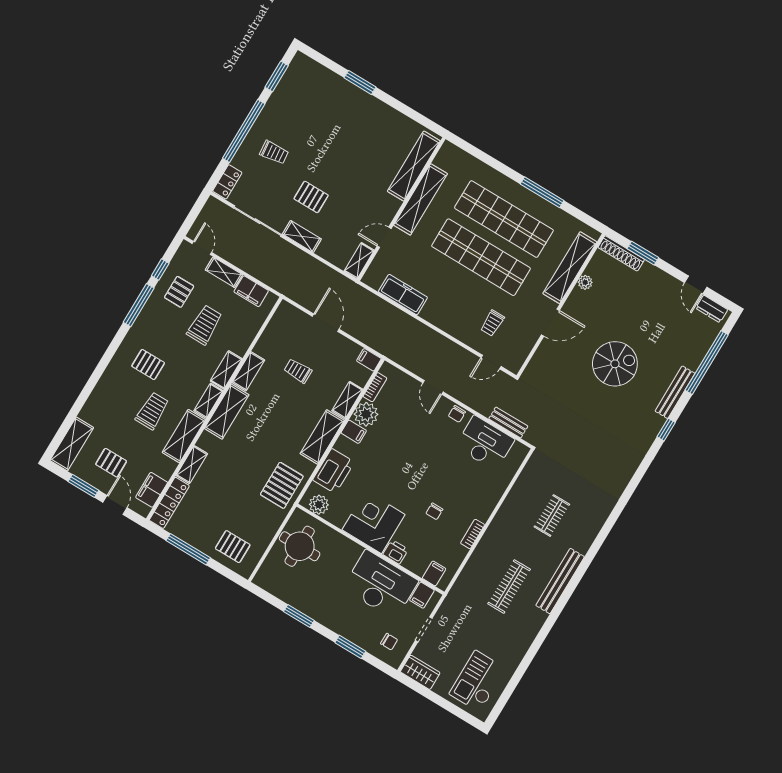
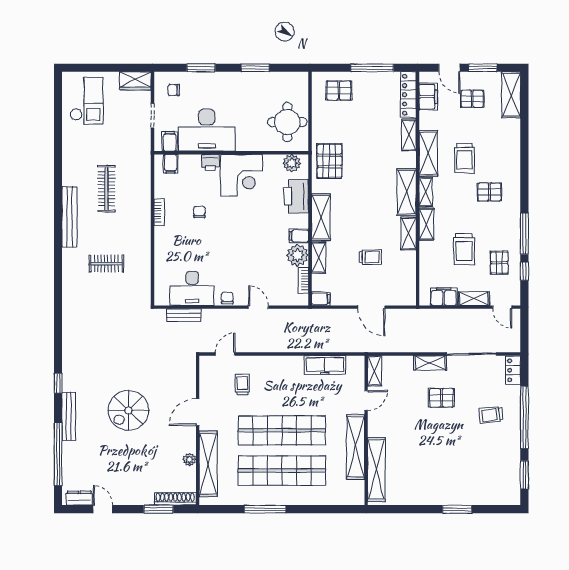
clothes rail: (552, 516) -> (106, 264), turned 90

